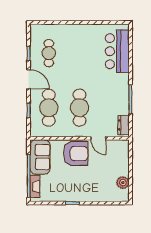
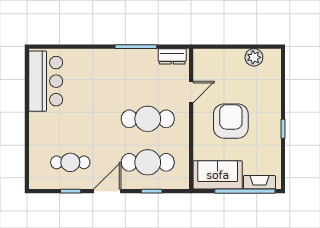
bar counter: (117, 51) -> (46, 81), moved, turned -90
armchair: (76, 154) -> (231, 121), moved

